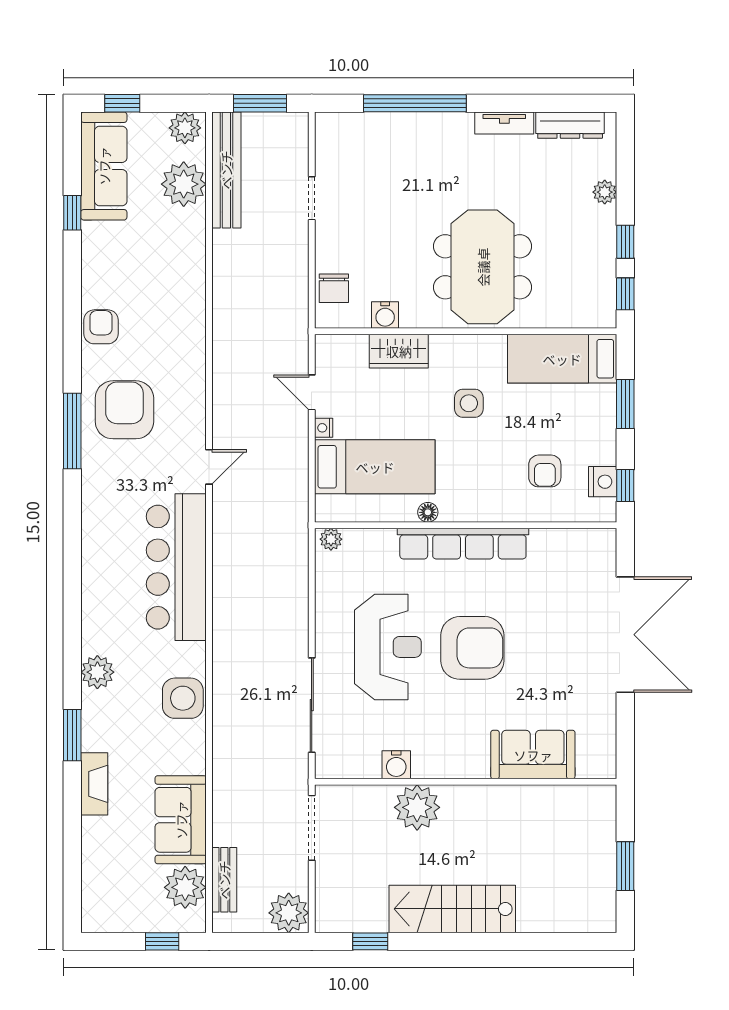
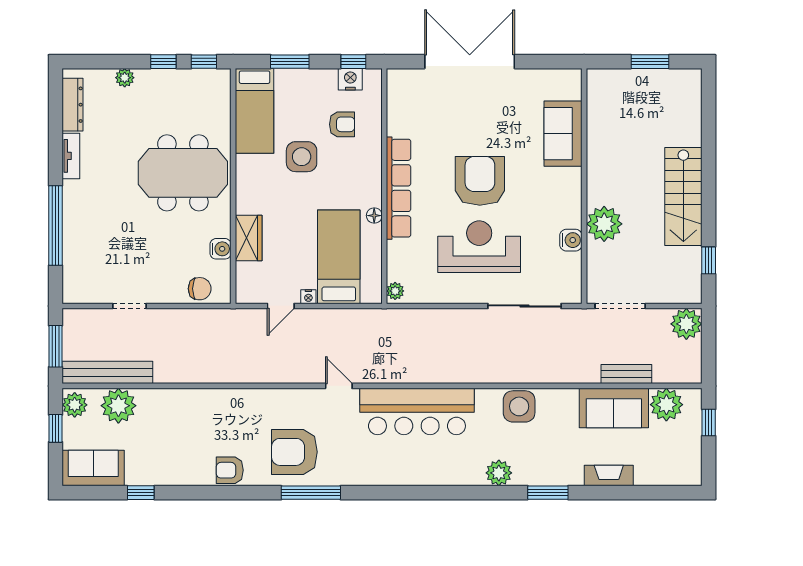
window: (122, 103) -> (55, 428), moved
sofa: (104, 166) -> (93, 468), width x0.73
side table: (469, 403) -> (302, 157), moved, width x1.37, depth x1.37
fireplace: (94, 784) -> (609, 476), moved
bench: (224, 880) -> (626, 374), moved

